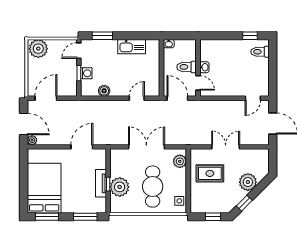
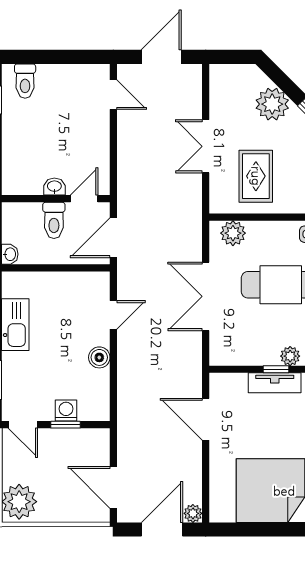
boiler: (104, 91) -> (99, 357), moved
door: (137, 98) -> (113, 315), swing flipped
plant: (120, 187) -> (290, 356), width x0.53, depth x0.53

